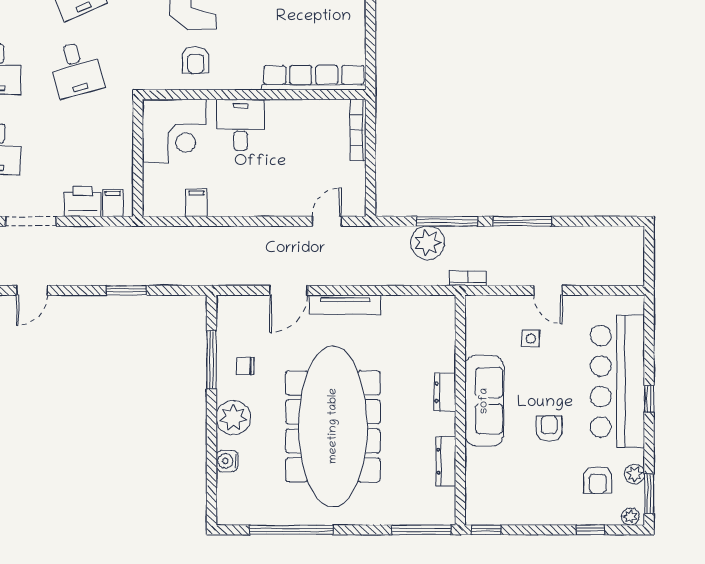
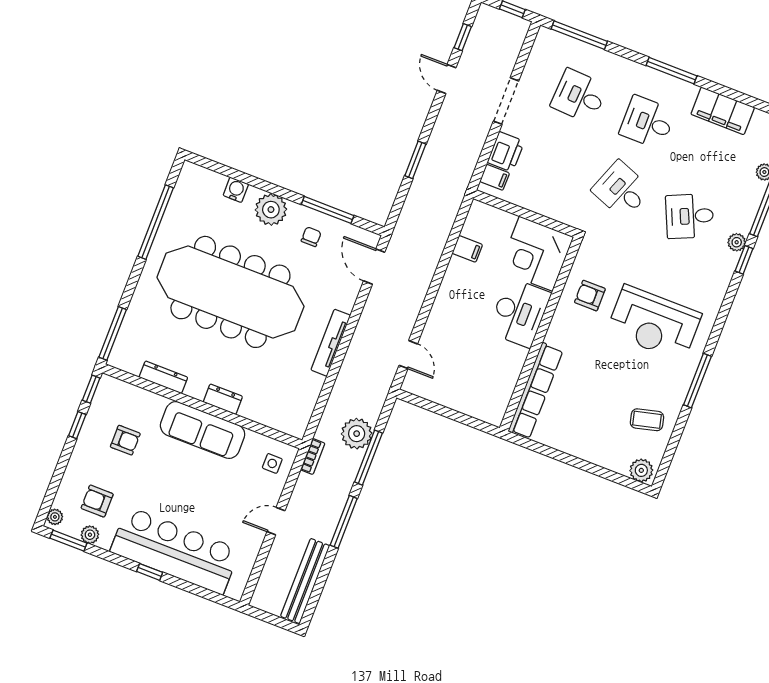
desk: (76, 69) -> (621, 190), turned 36
desk: (241, 125) -> (519, 312), width x1.37
bookcase: (358, 130) -> (476, 411), removed
bench: (597, 237) -> (305, 581), added
door: (288, 290) -> (374, 267), moved
side table: (531, 339) -> (272, 463), moved
armchair: (549, 428) -> (125, 440), moved
window: (590, 530) -> (77, 425), moved

